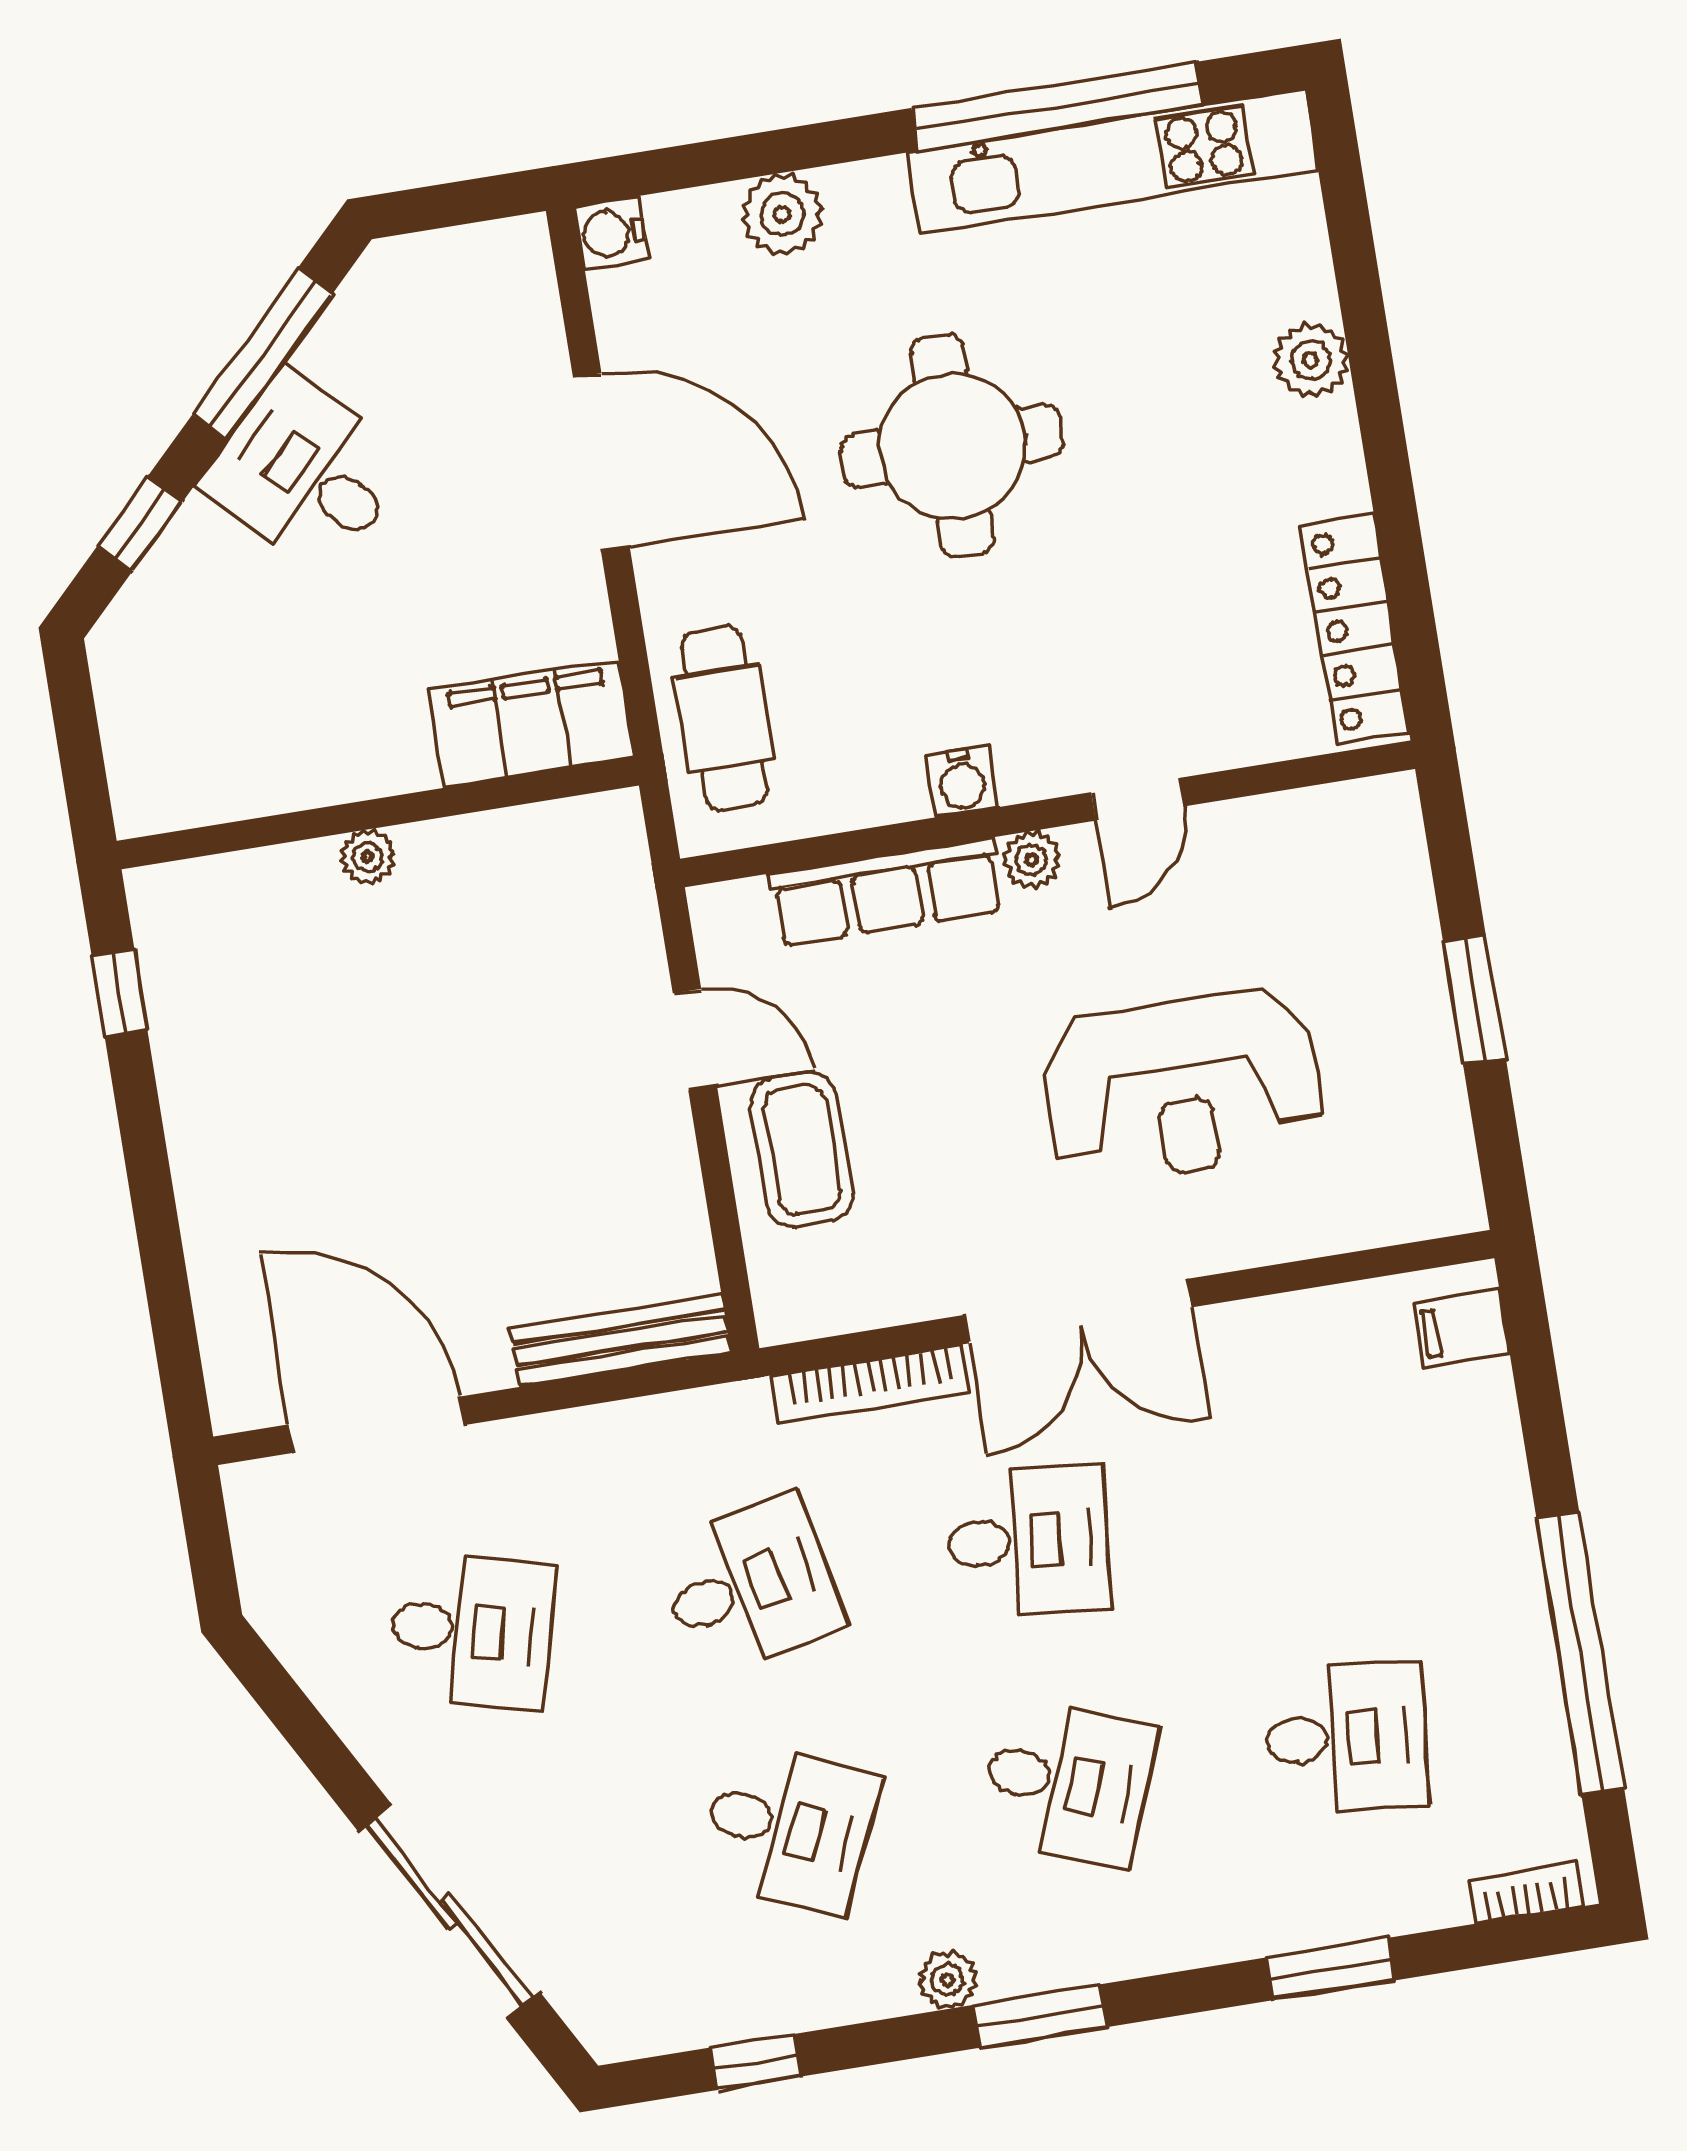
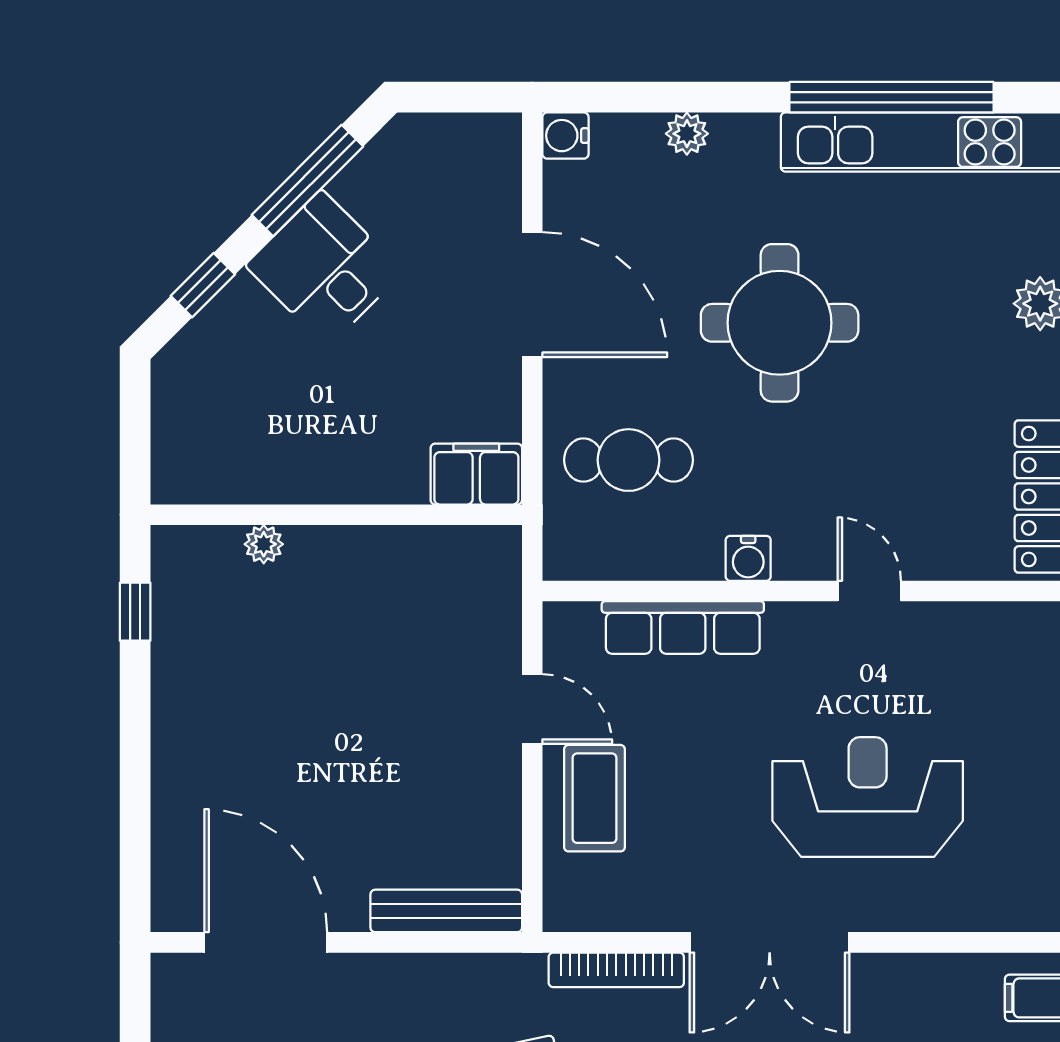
plant: (782, 214) -> (687, 134), width x0.73, depth x0.73
cafe table: (724, 718) -> (629, 460), moved, turned 90
filing cabinet: (531, 723) -> (476, 474), width x0.67, depth x0.86
door: (1138, 799) -> (869, 591), swing flipped
plant: (368, 857) -> (264, 544), moved
plant: (1031, 860) -> (788, 621), removed
reception desk: (1182, 1087) -> (868, 797), turned 180

